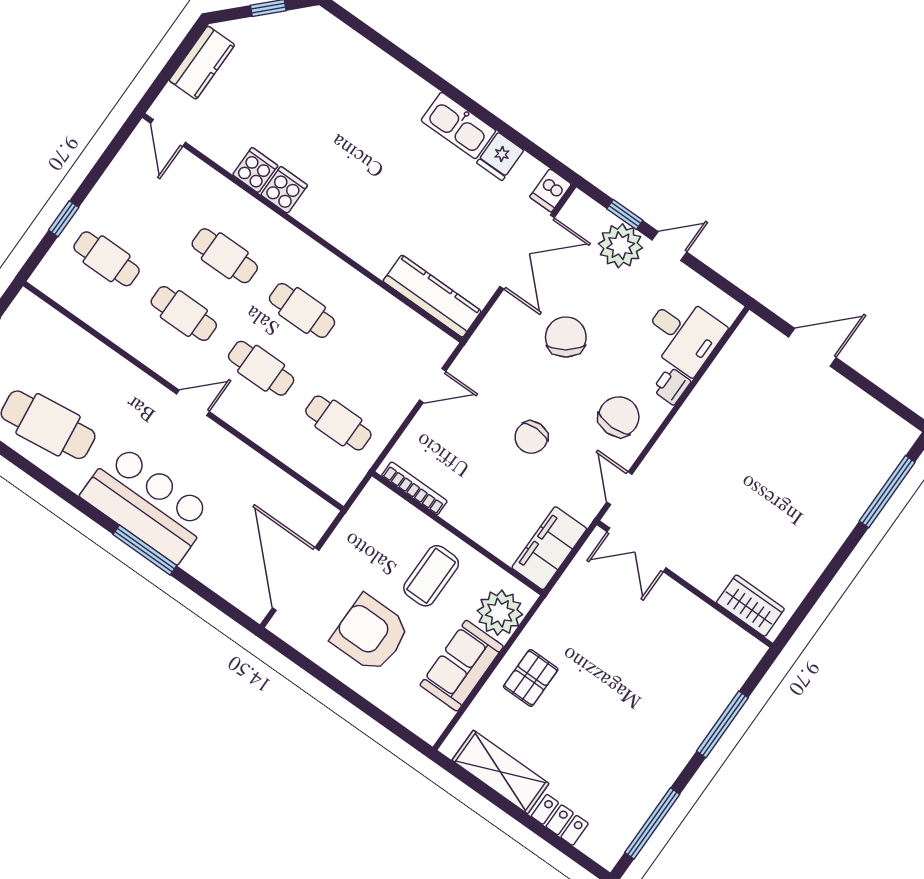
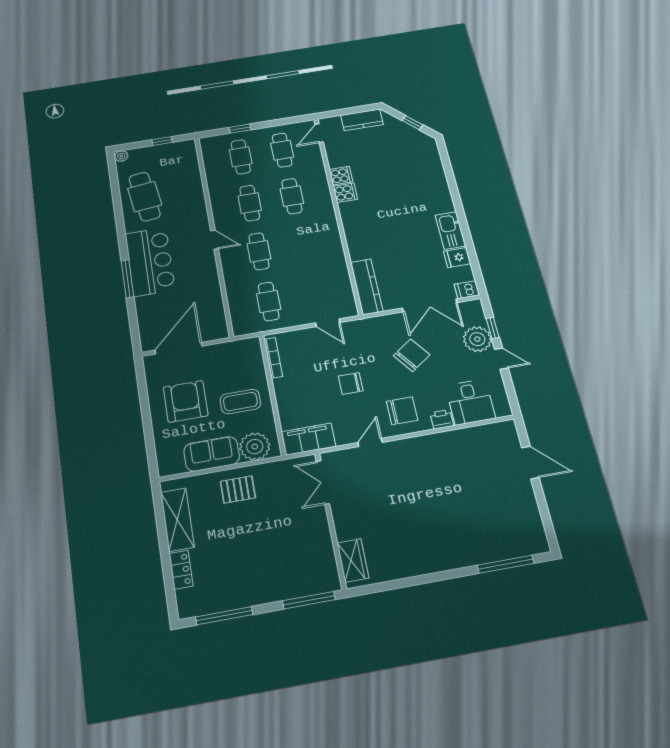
cafe table: (302, 310) -> (282, 150), moved
double door: (637, 550) -> (323, 482), moved
wall: (685, 584) -> (330, 520), moved
wardrobe: (750, 606) -> (353, 560), moved

